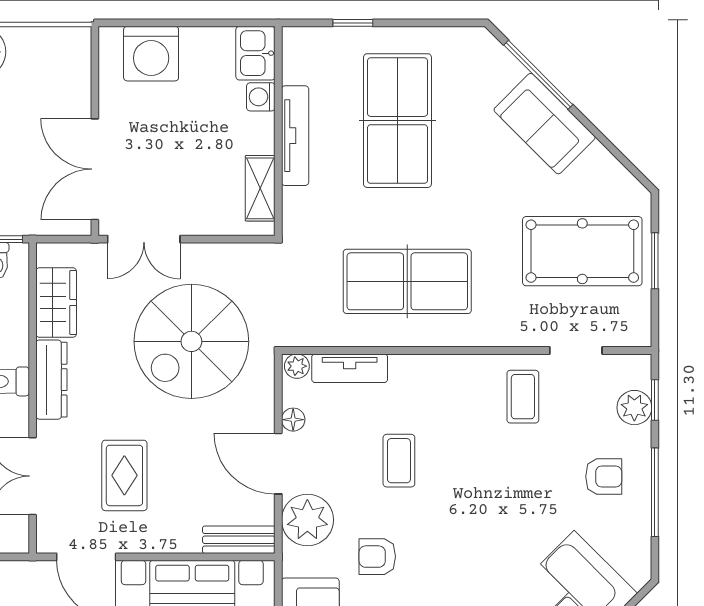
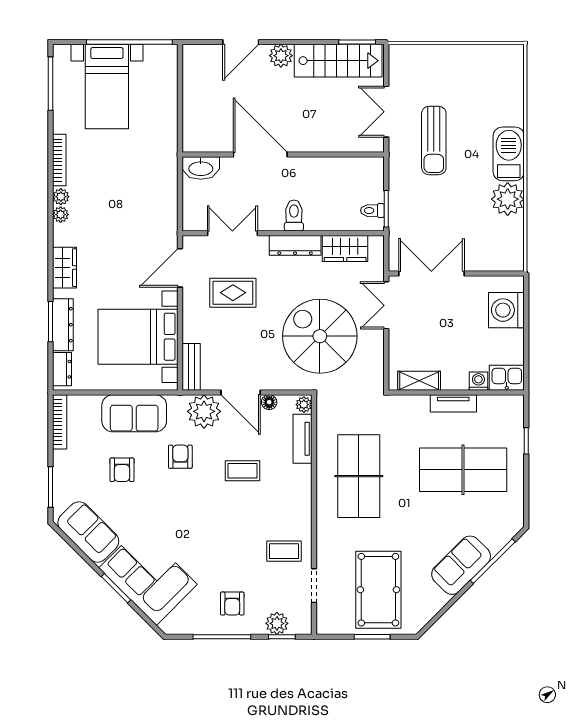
tv unit: (295, 136) -> (453, 403), width x0.71
door: (278, 464) -> (241, 392), swing flipped

